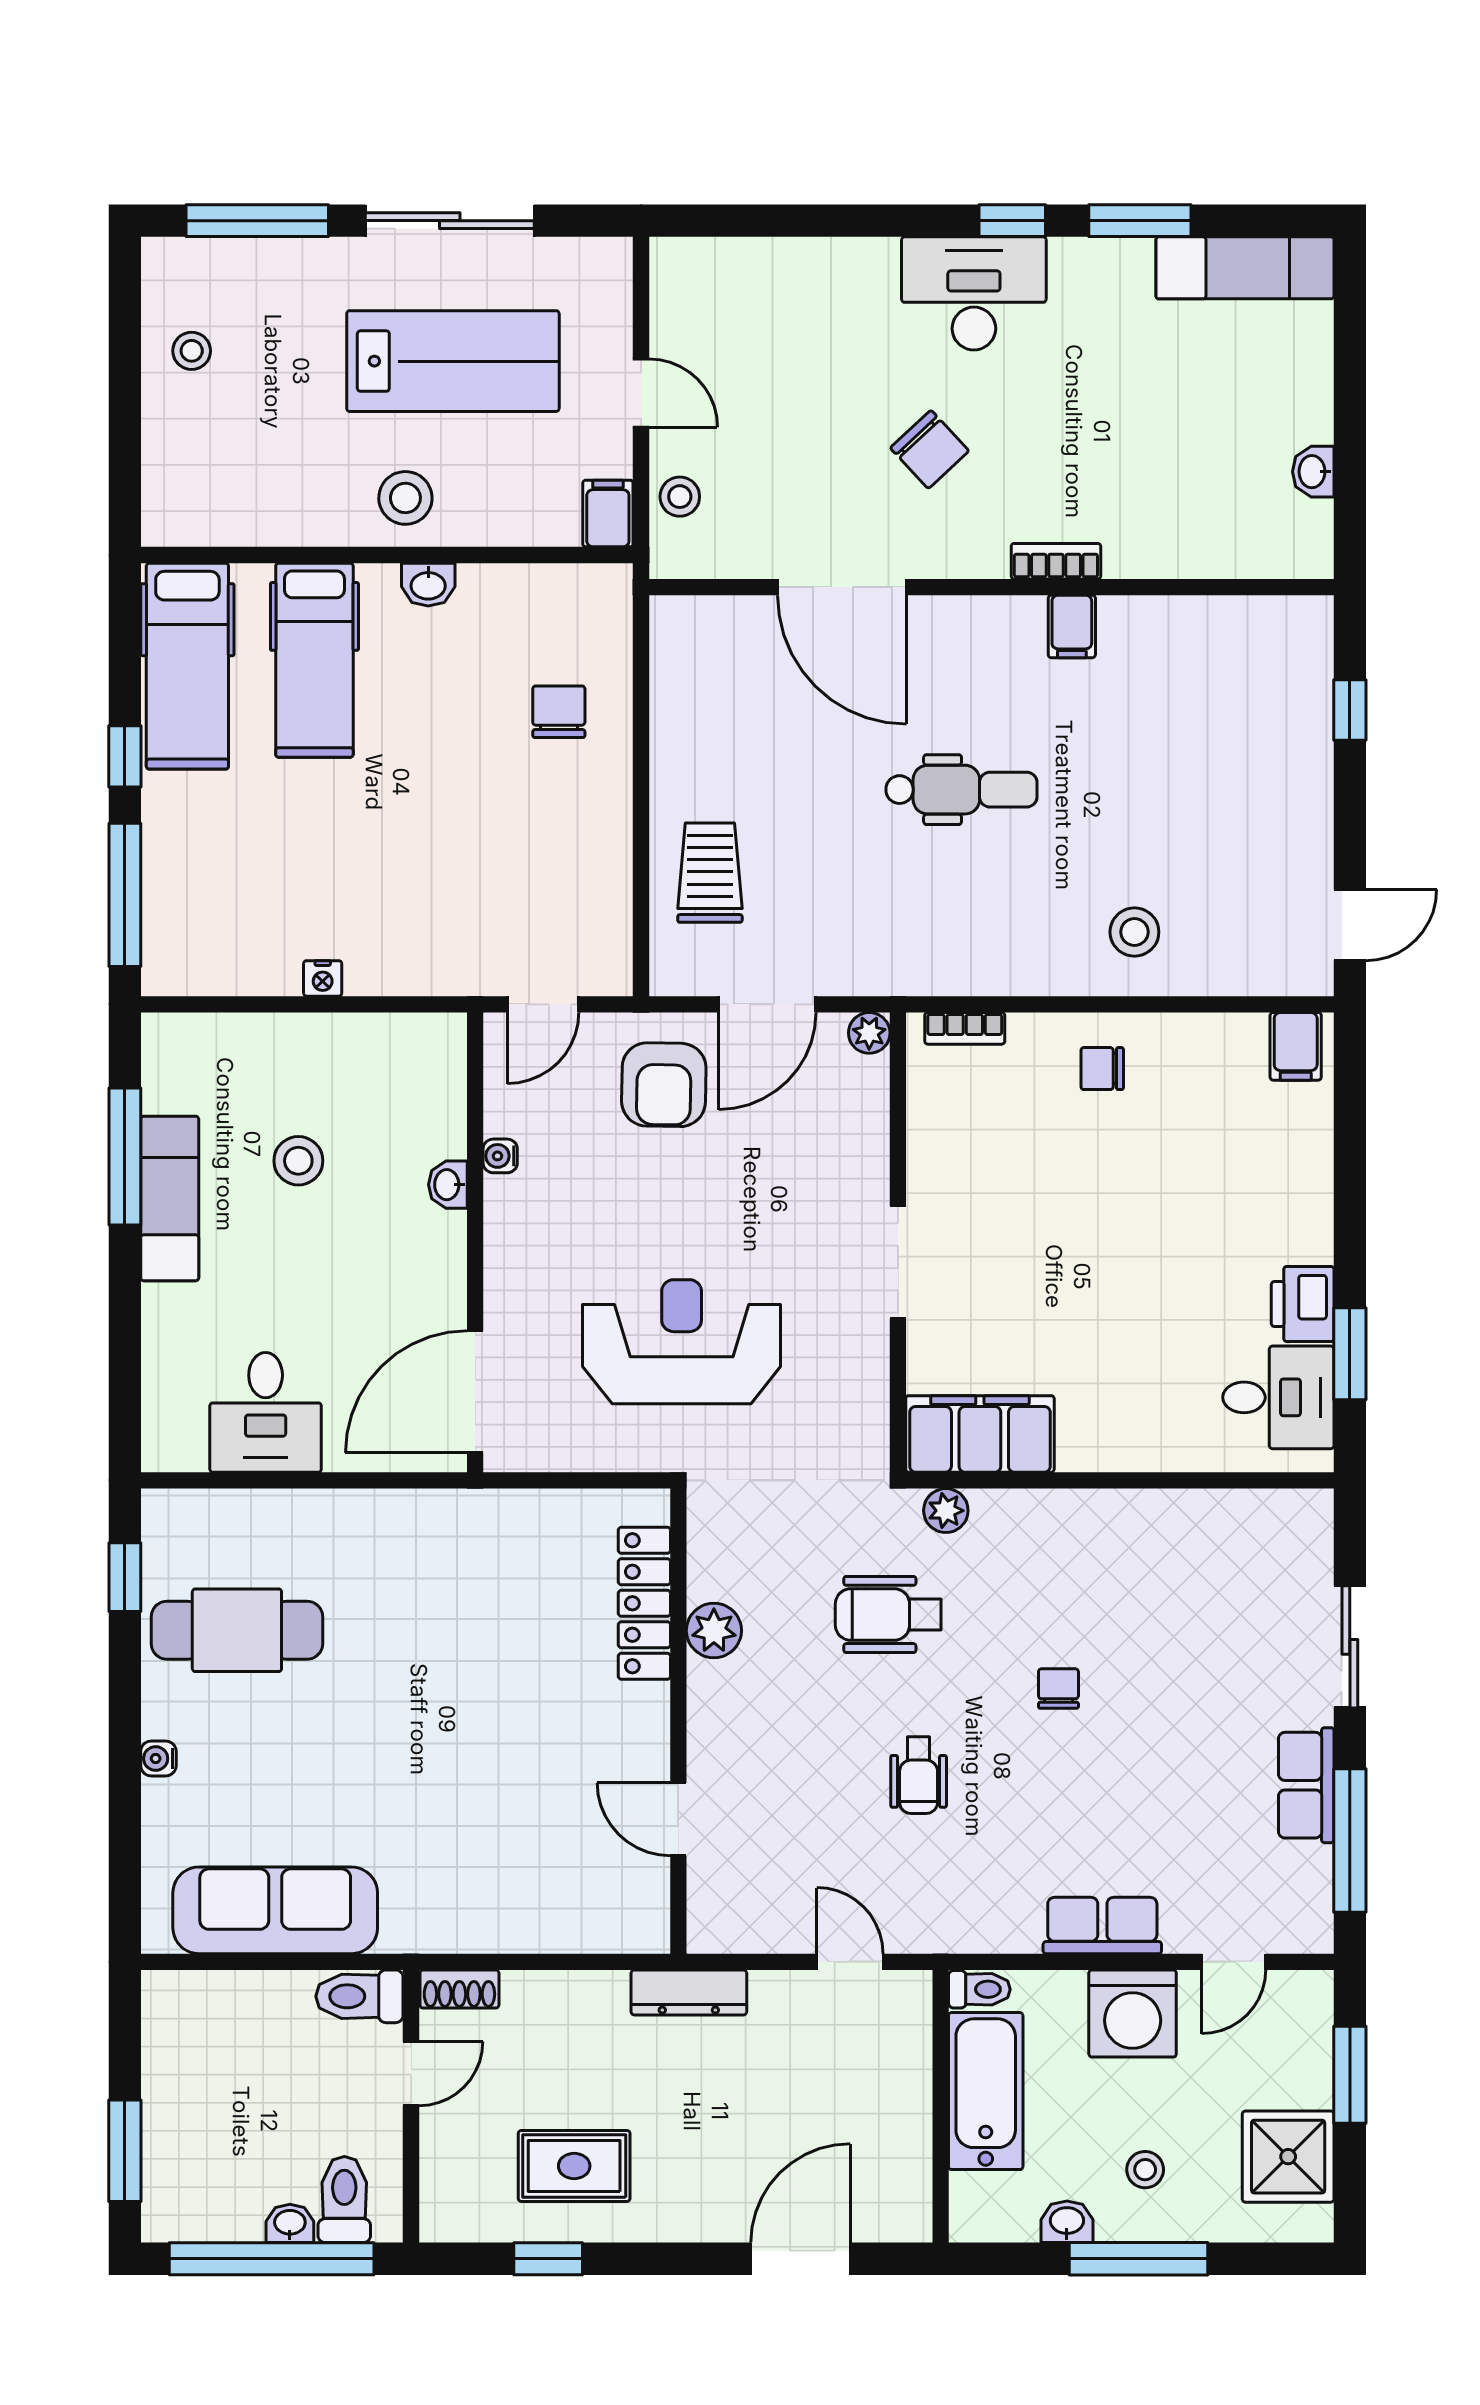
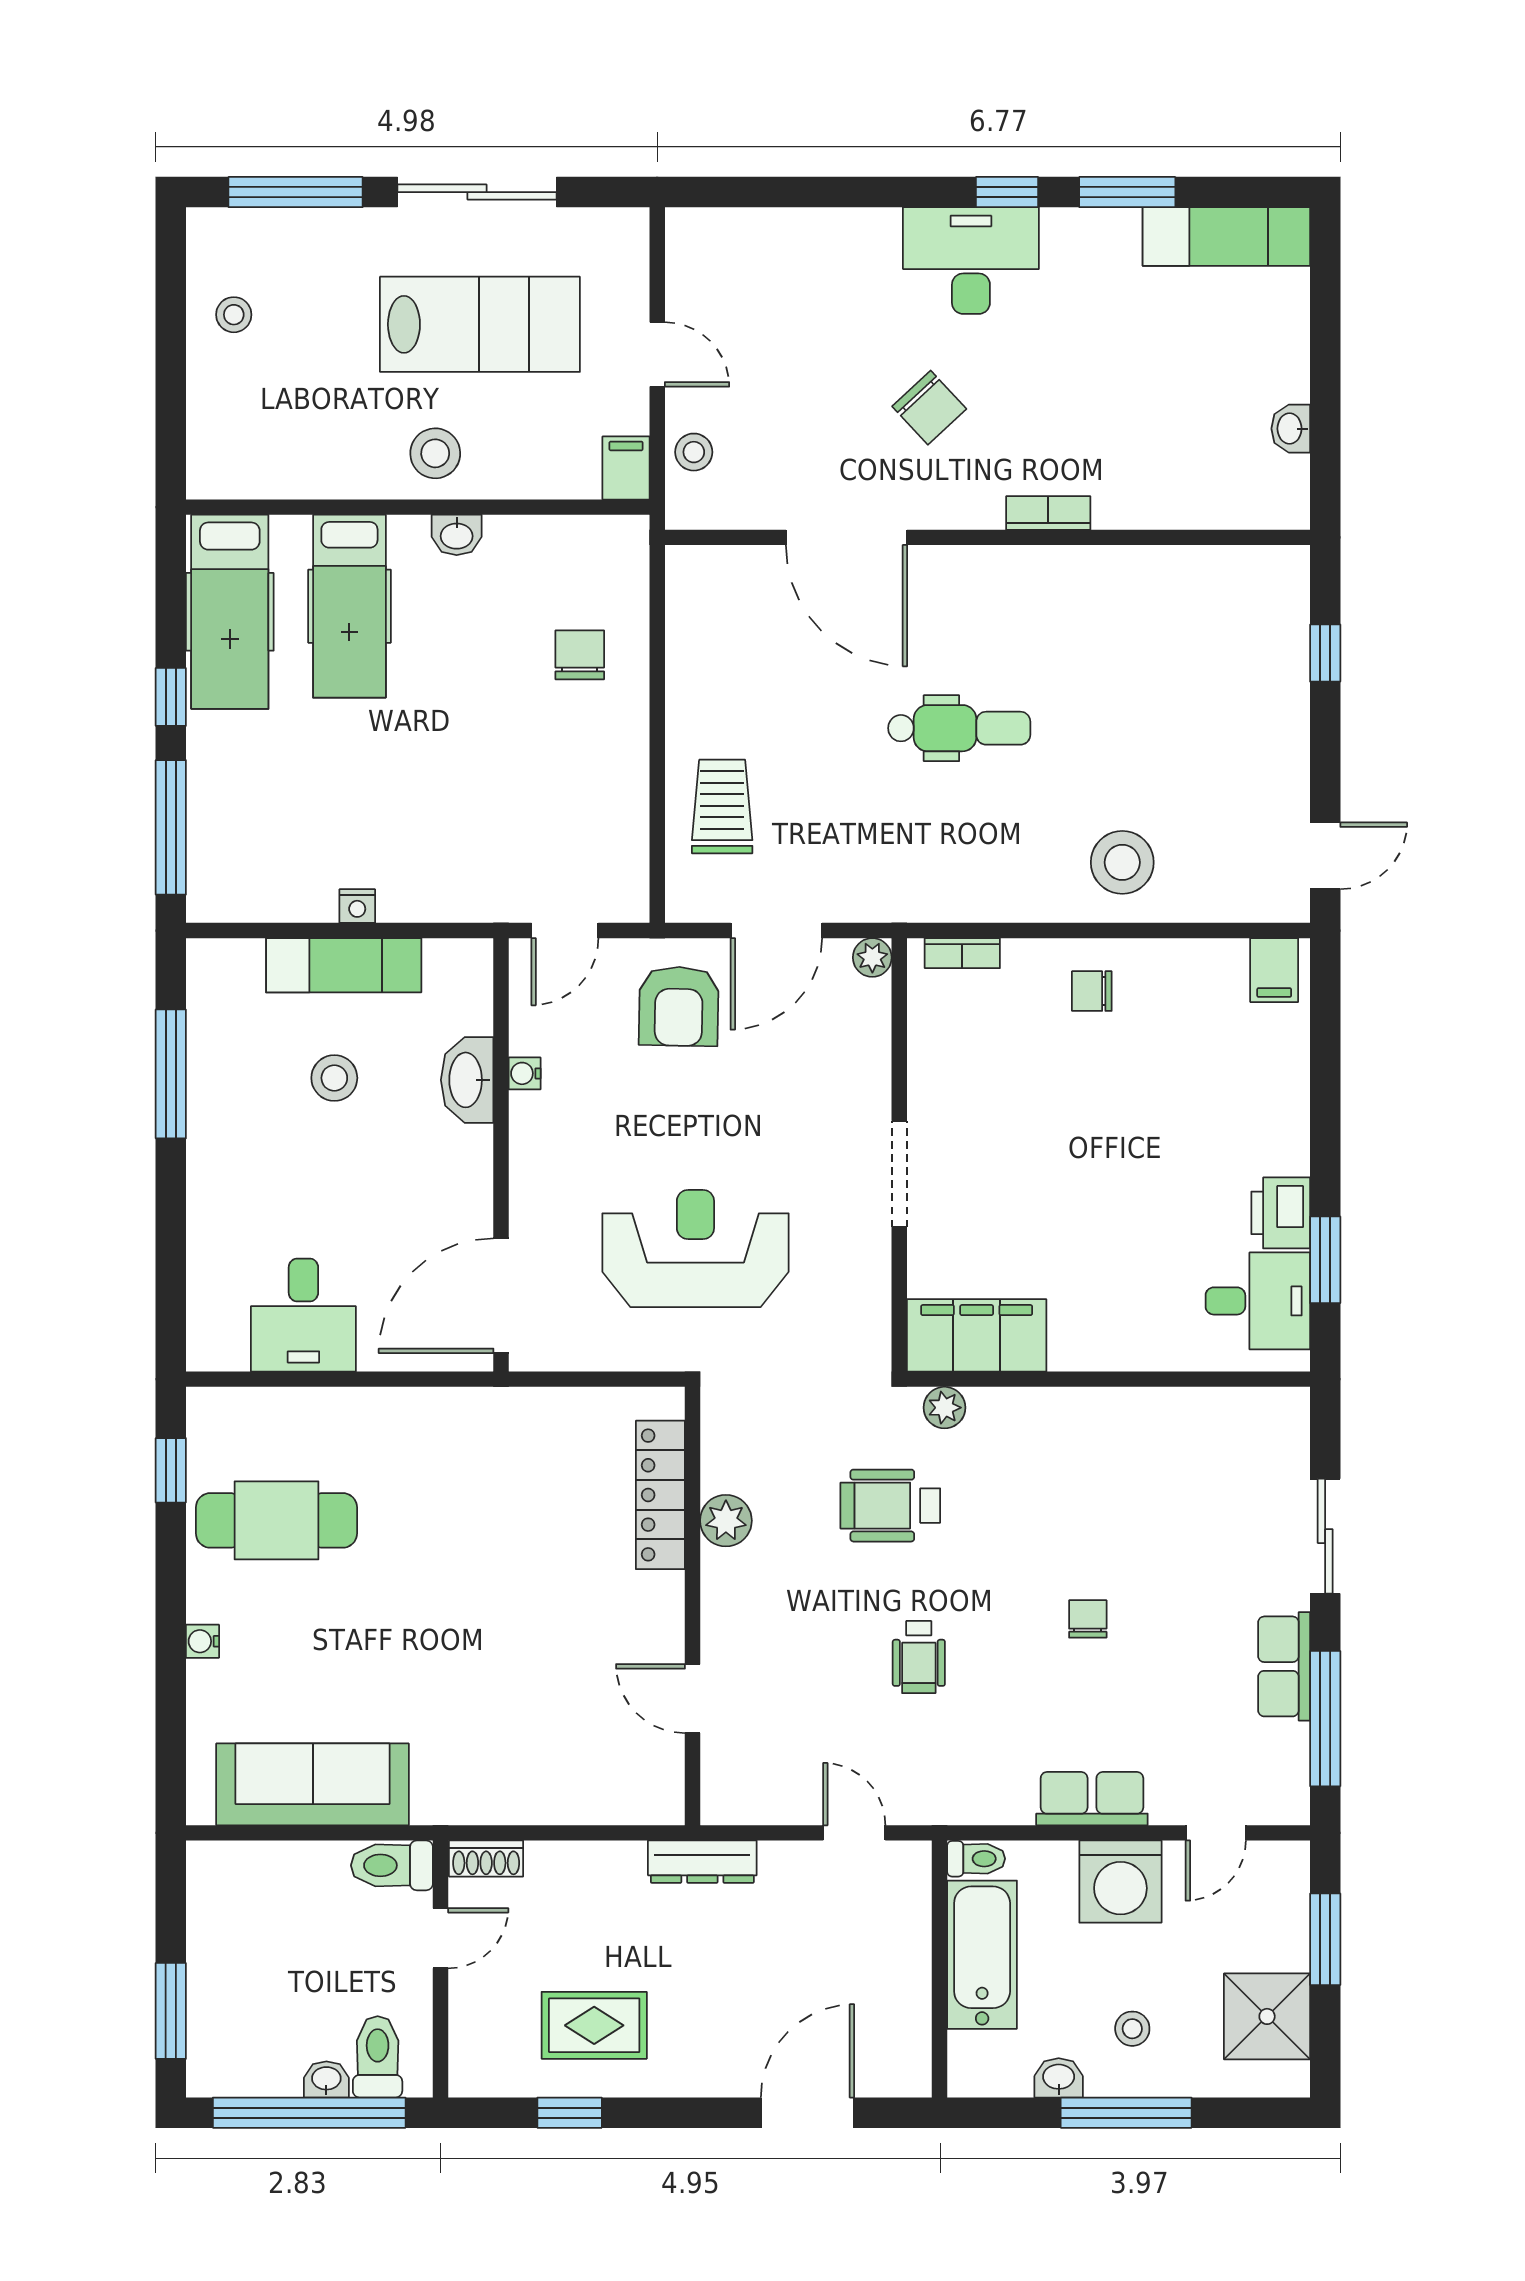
filing cabinet: (1072, 626) -> (1063, 574), removed
stool: (1134, 932) -> (1122, 862), width x1.38, depth x1.38
washbasin: (448, 1185) -> (467, 1080), width x1.91, depth x1.45
exam couch: (170, 1198) -> (344, 965), moved, turned 90
chair: (1058, 1689) -> (1088, 1619), moved

